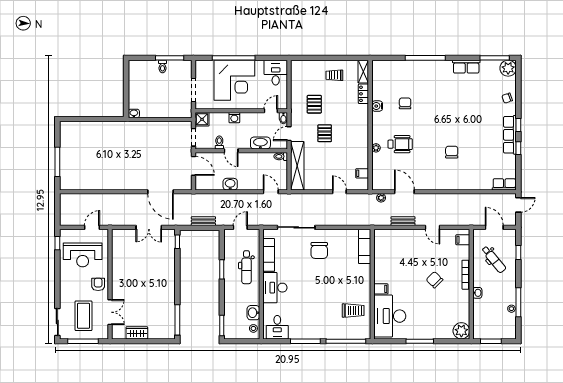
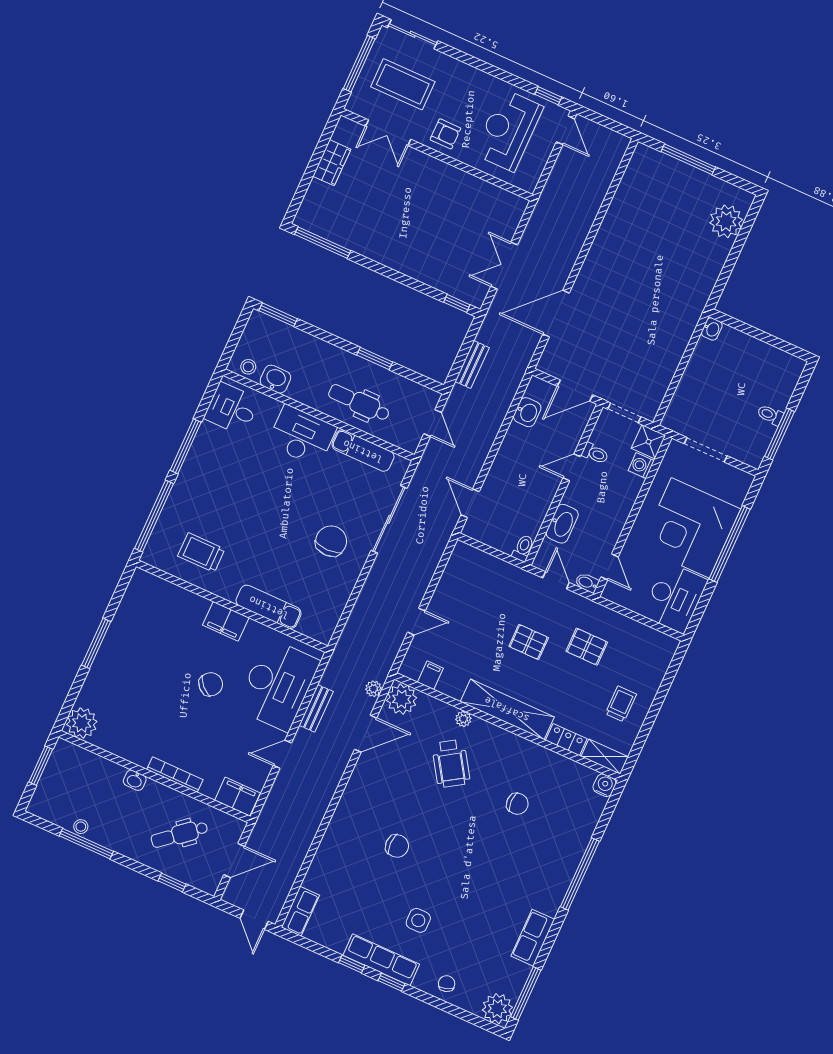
desk: (276, 73) -> (675, 598), width x1.37
water cooler: (377, 106) -> (605, 785), moved
washing machine: (234, 118) -> (641, 466), moved
side table: (483, 126) -> (418, 920), added
plant: (79, 130) -> (726, 221), added
wheelchair: (400, 144) -> (451, 763), turned -33
shelving: (297, 166) -> (507, 709), moved
plant: (380, 182) -> (402, 699), added
washbasin: (230, 184) -> (527, 412), moved
door: (271, 192) -> (470, 503), swing flipped
door: (92, 227) -> (565, 130), moved
filing cabinet: (463, 240) -> (237, 797), width x2.00
exam couch: (365, 246) -> (269, 607), moved
chair: (319, 250) -> (331, 541), turned 90
chair: (434, 280) -> (211, 684), moved
filing cabinet: (381, 289) -> (226, 621), width x2.00
trolley: (353, 311) -> (201, 553), turned 90
desk: (390, 316) -> (278, 685), moved, turned 90

